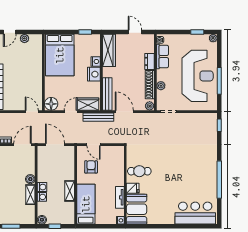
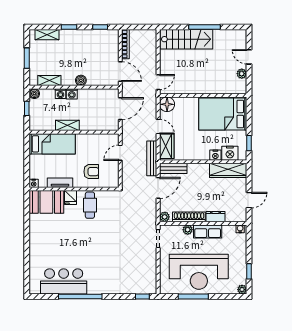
row of seats: (162, 57) -> (208, 231), moved
nightstand: (94, 74) -> (230, 153), moved
bench: (107, 94) -> (173, 168), width x0.73
armchair: (91, 167) -> (91, 172), moved
shelving: (30, 195) -> (49, 81), moved
bar counter: (195, 213) -> (64, 281), moved, turned -90

